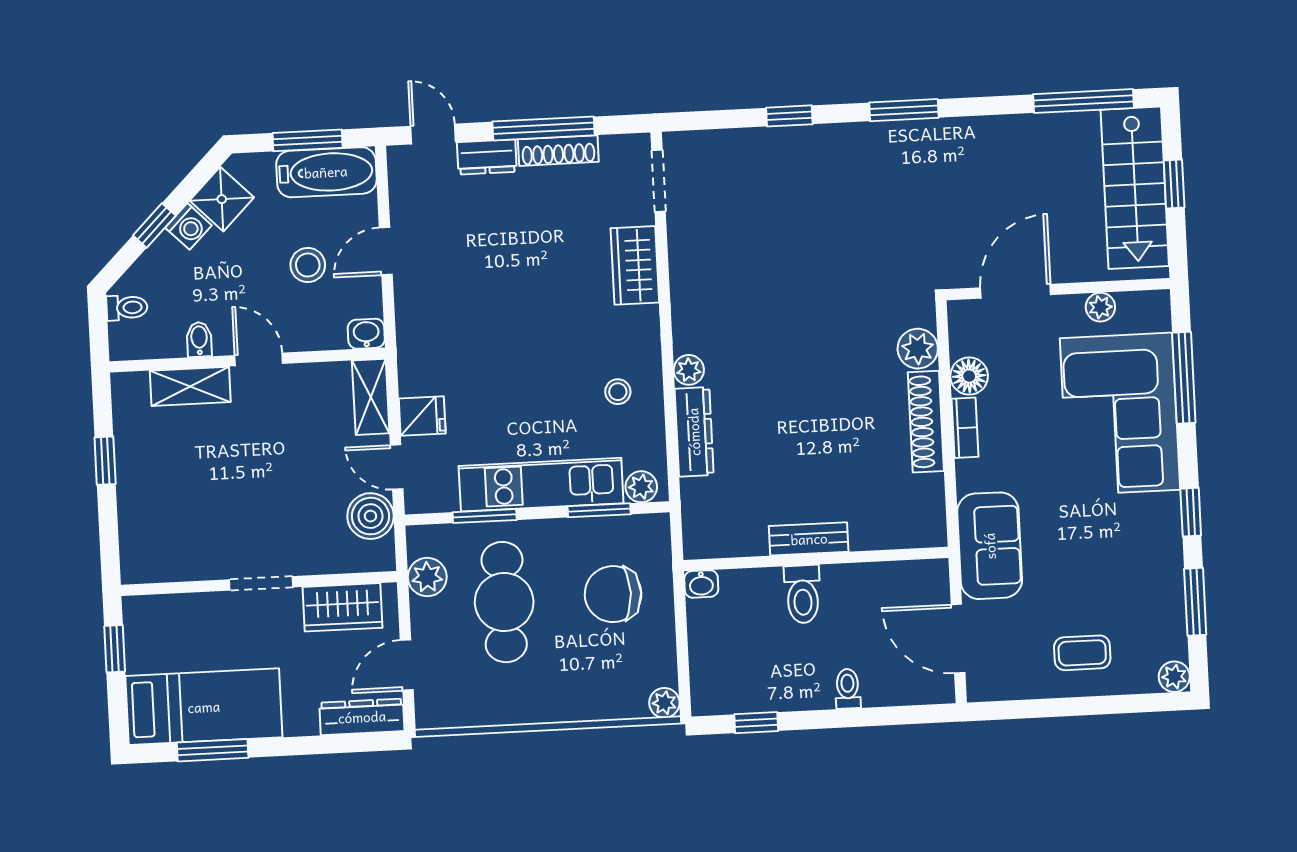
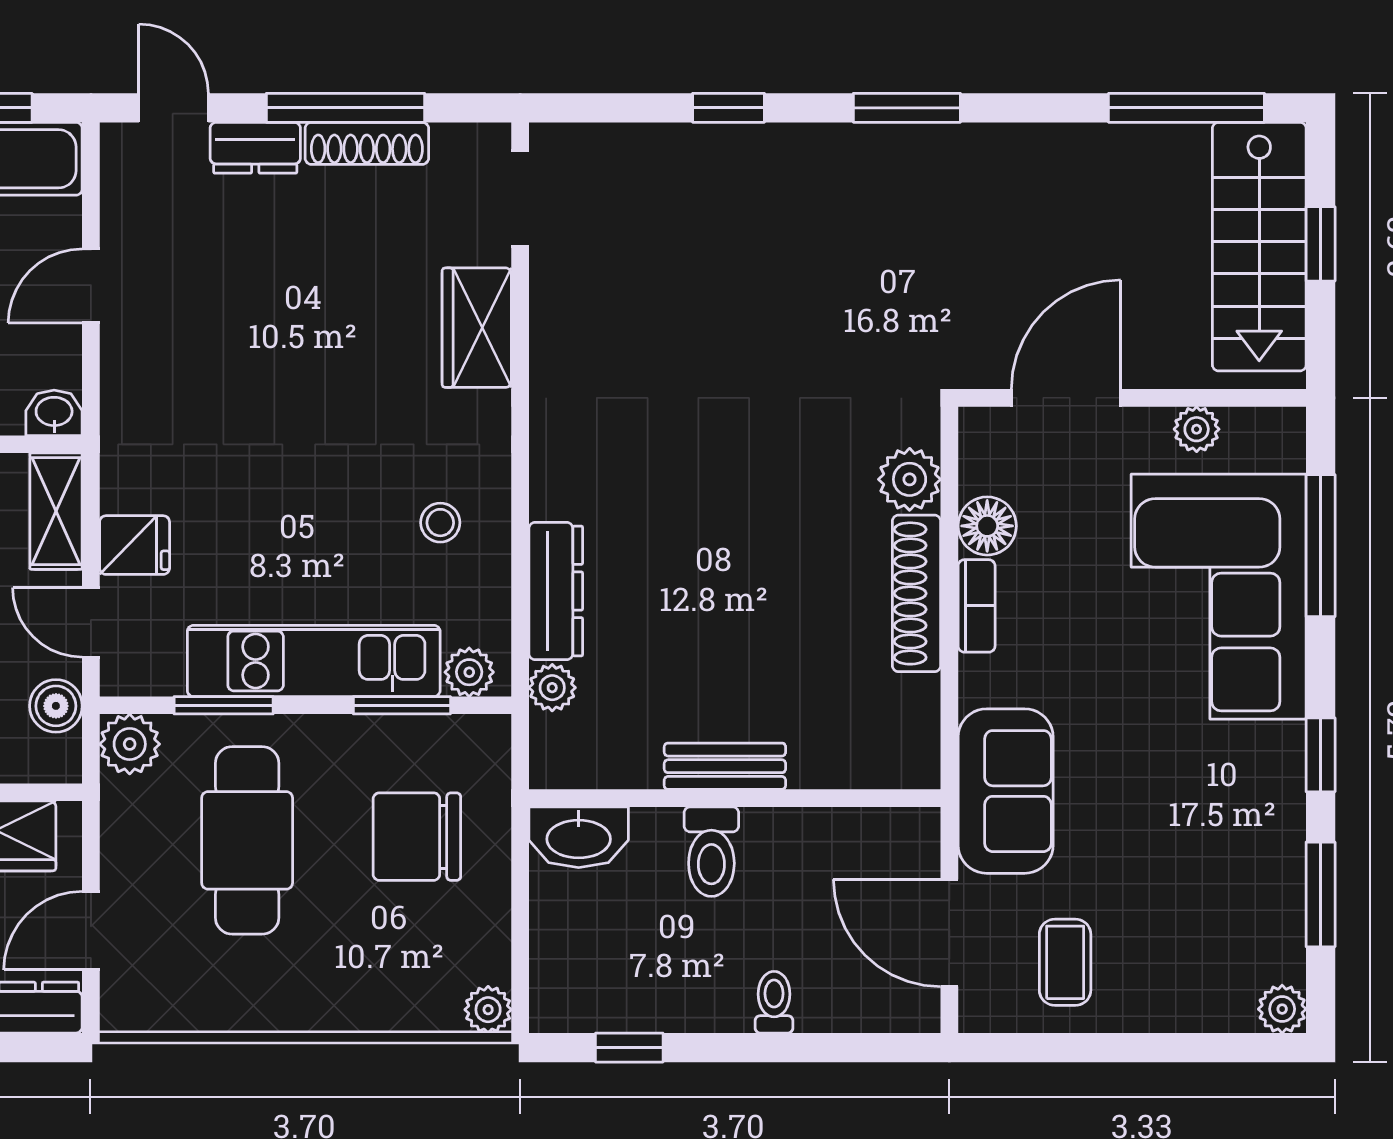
plant: (689, 370) -> (552, 688), moved
boiler: (370, 516) -> (56, 706), width x0.73, depth x0.73
plant: (427, 577) -> (130, 744), moved
washbasin: (701, 584) -> (579, 837), width x1.91, depth x1.45
coffee table: (1082, 653) -> (1065, 962), moved, turned 90

